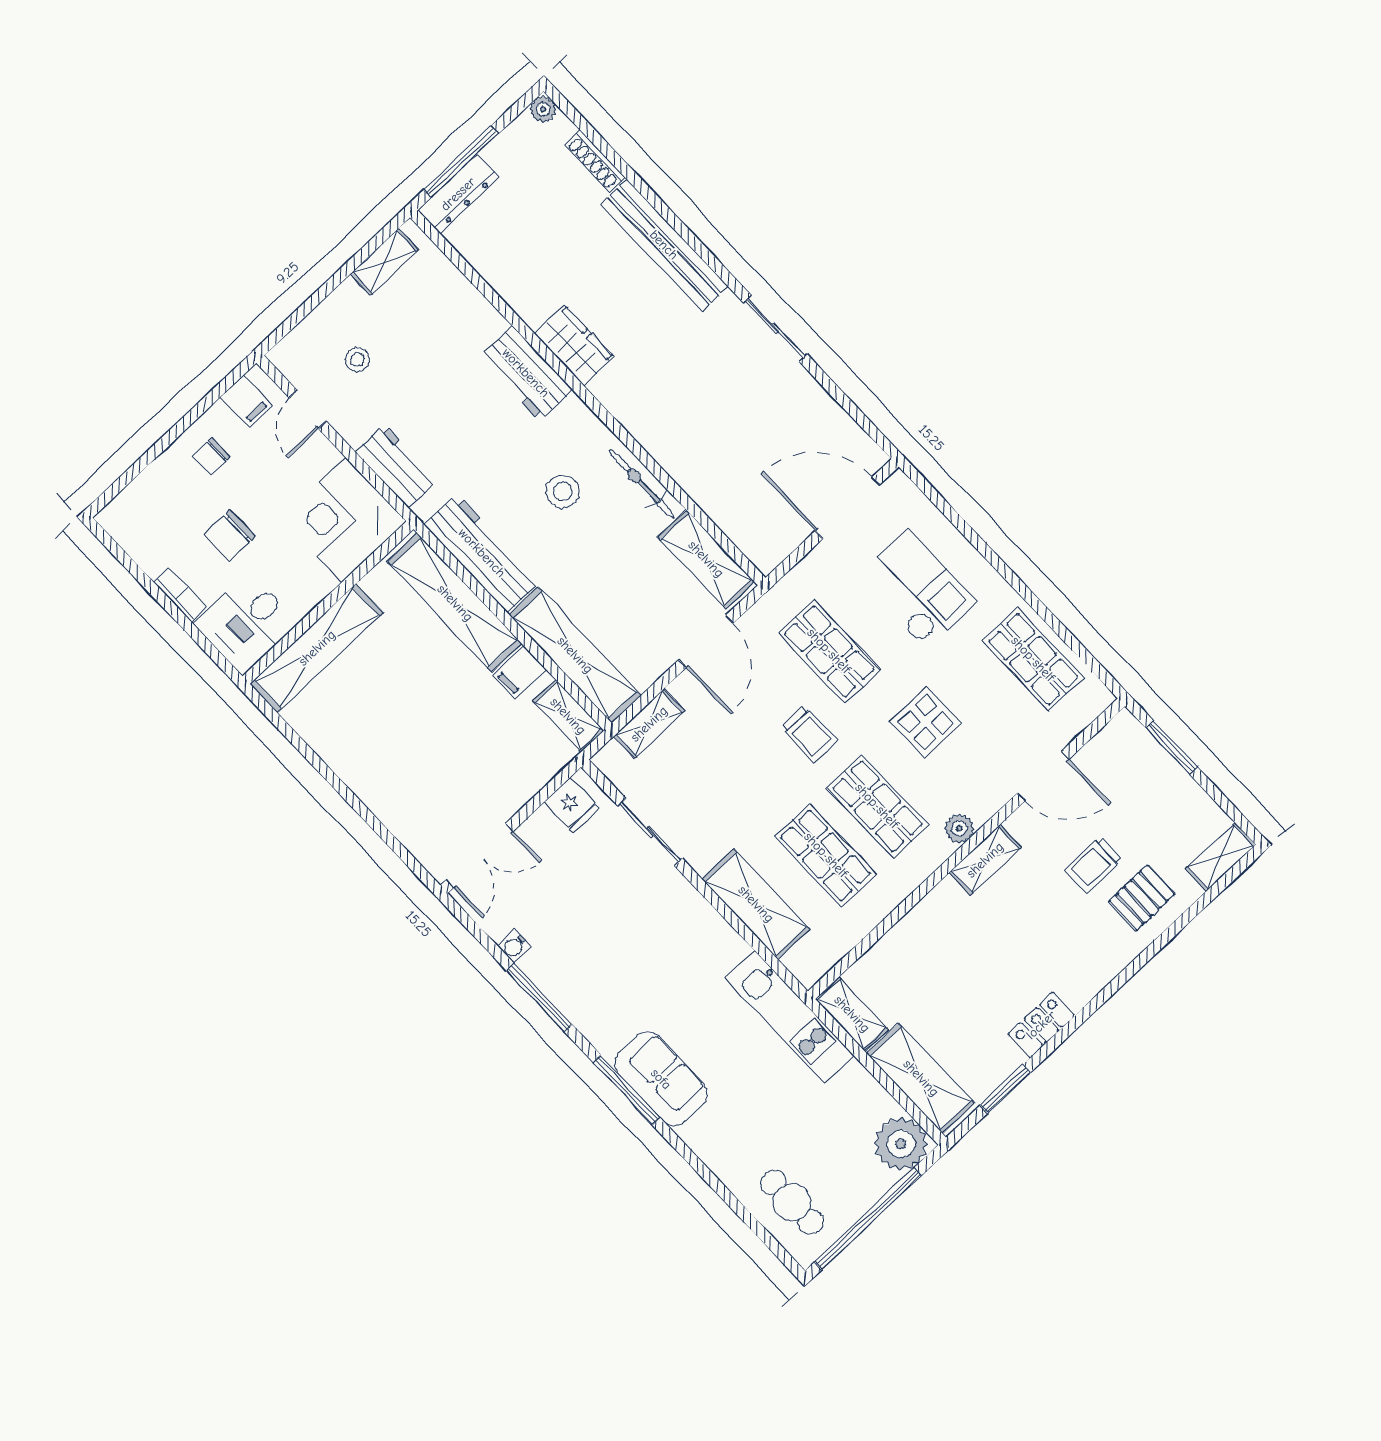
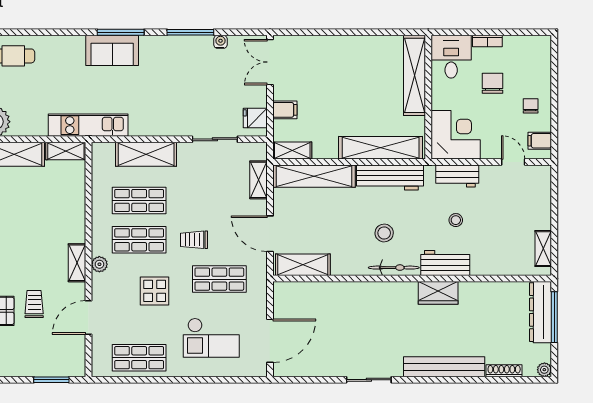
dresser: (458, 194) -> (540, 312), width x1.37, depth x1.24
stool: (357, 360) -> (456, 220), moved
bicycle: (642, 484) -> (394, 268), moved
filing cabinet: (519, 673) -> (285, 110), moved, turned 90

